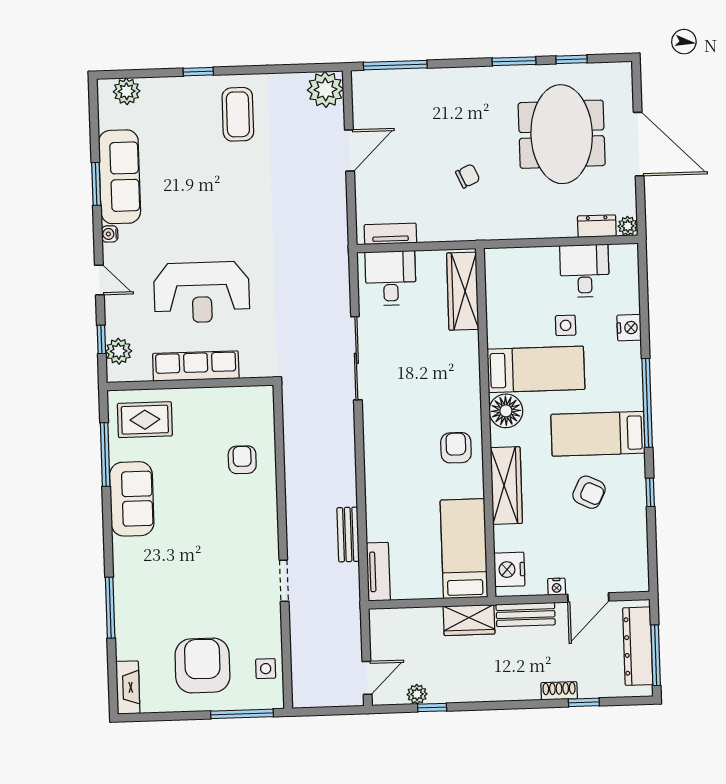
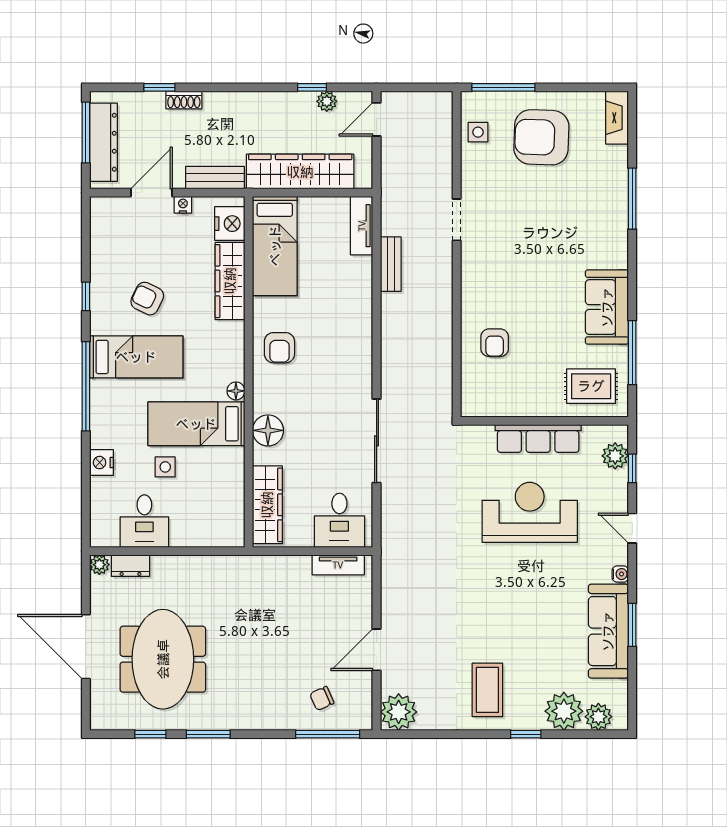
plant: (161, 96) -> (564, 711), added
chair: (468, 176) -> (322, 698), moved
floor lamp: (465, 365) -> (268, 430), added
floor lamp: (506, 411) -> (236, 391), width x0.53, depth x0.53
wardrobe: (506, 486) -> (230, 281), moved
wardrobe: (469, 620) -> (300, 172), width x2.10, depth x1.17
armchair: (202, 665) -> (541, 137), turned 92

